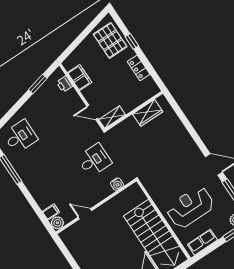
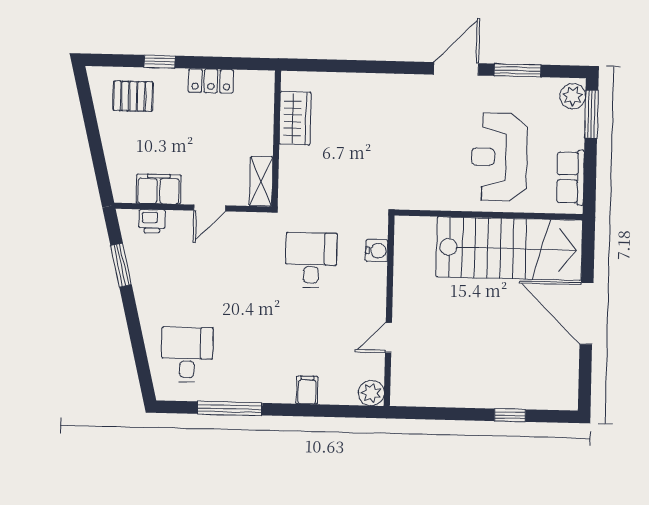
pallet: (110, 40) -> (133, 96), width x0.67, depth x0.71
door: (92, 112) -> (210, 208), moved
filing cabinet: (51, 212) -> (307, 390), moved

